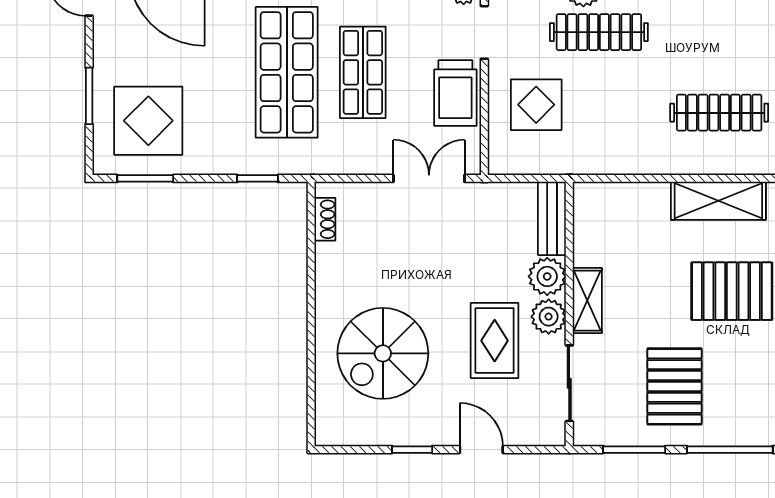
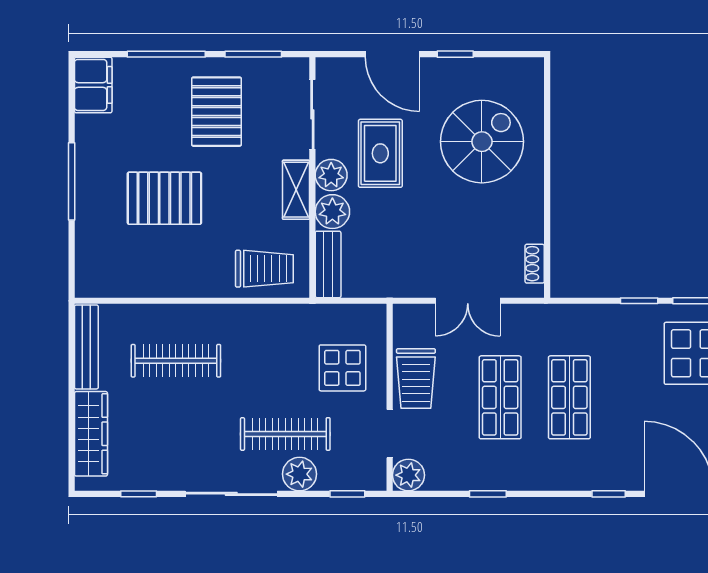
shop shelf: (287, 72) -> (569, 397), width x0.70, depth x0.74
trolley: (455, 93) -> (416, 378), turned 180
window: (258, 178) -> (639, 301), moved
double door: (429, 178) -> (468, 301), moved
shelving: (718, 201) -> (177, 280), removed
trolley: (622, 214) -> (264, 269), added
door: (481, 450) -> (392, 54), width x1.38

